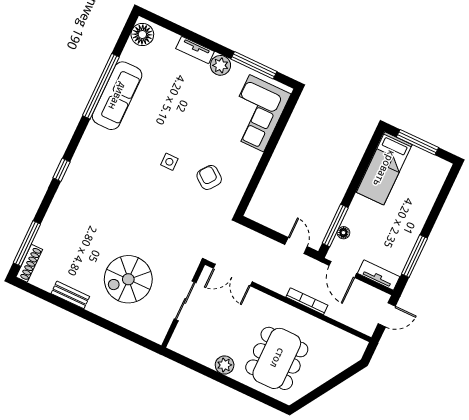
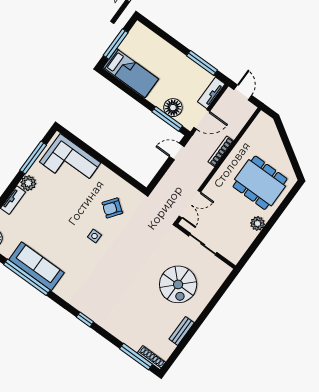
floor lamp: (343, 233) -> (173, 108), width x1.89, depth x1.89

